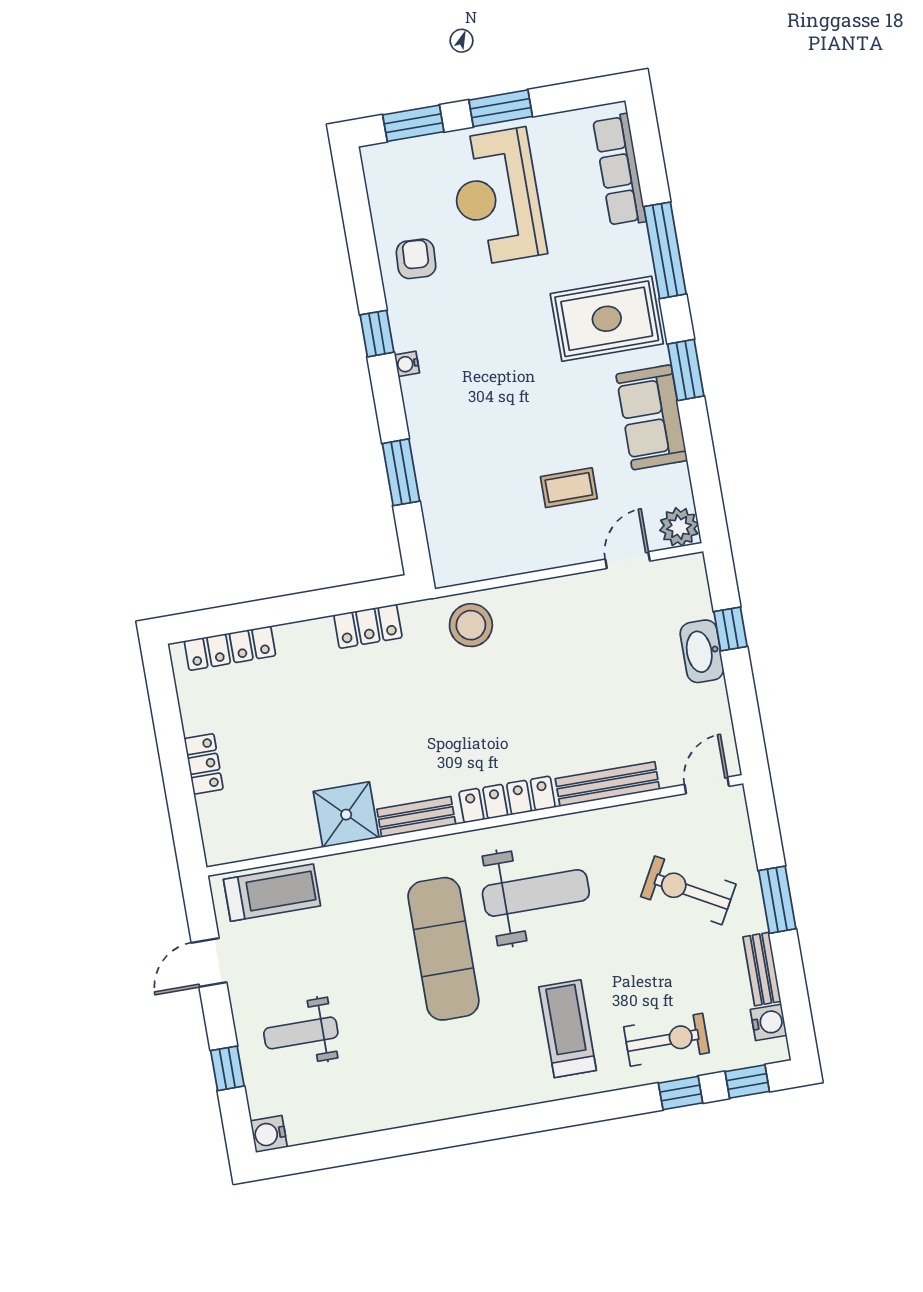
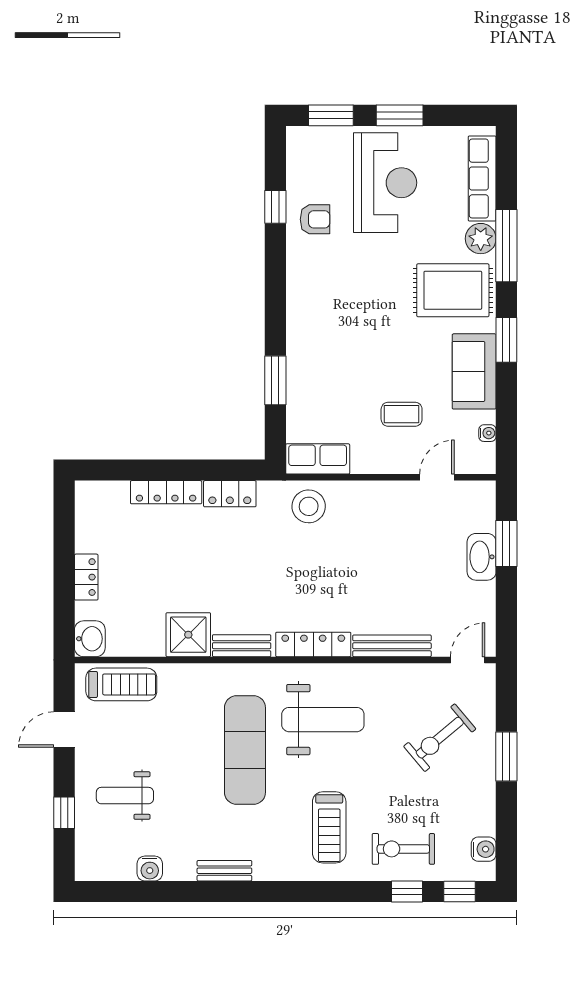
reception desk: (497, 197) -> (385, 183), turned 180
armchair: (416, 259) -> (315, 219), turned 87
window: (377, 334) -> (275, 207), moved
water cooler: (407, 364) -> (487, 433), moved, turned 180
plant: (679, 527) -> (481, 239), moved
row of seats: (472, 563) -> (318, 459), added
window: (730, 629) -> (506, 544), width x1.50
locker: (230, 648) -> (166, 492), moved
washbasin: (222, 841) -> (90, 639), added
exercise bike: (688, 890) -> (440, 738), turned -69
bench: (762, 969) -> (224, 871), moved, turned 90
treadmill: (568, 1029) -> (329, 827), turned 180
exercise bike: (666, 1040) -> (403, 849), turned 180
water cooler: (269, 1134) -> (150, 869), moved, turned -90

